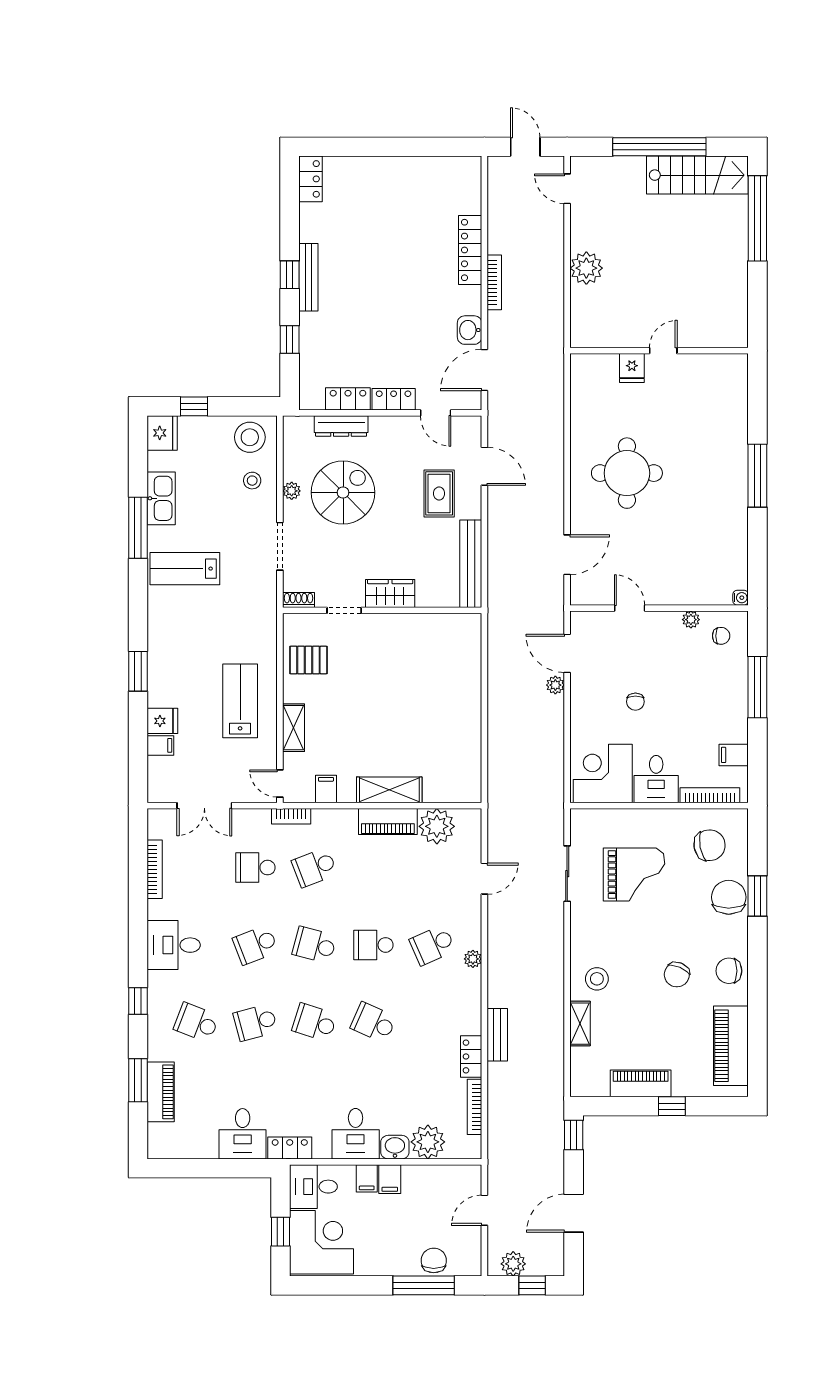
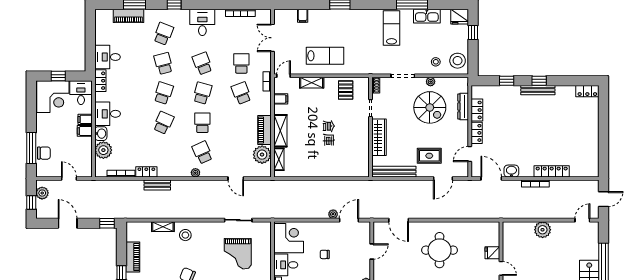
wardrobe: (390, 593) -> (379, 137), width x1.50
fridge: (162, 721) -> (315, 17), removed
shelving: (446, 793) -> (279, 159), added

